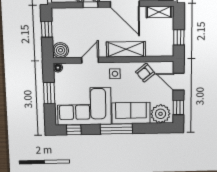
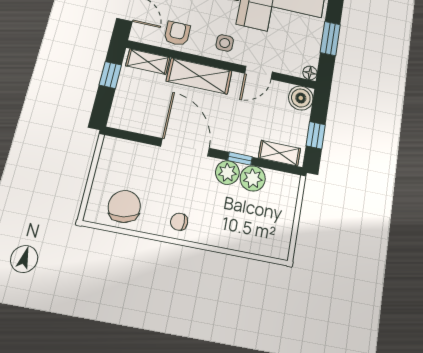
shelving: (159, 12) -> (148, 62), moved
shelving: (67, 13) -> (279, 153), added
armchair: (145, 73) -> (177, 34), turned -51

